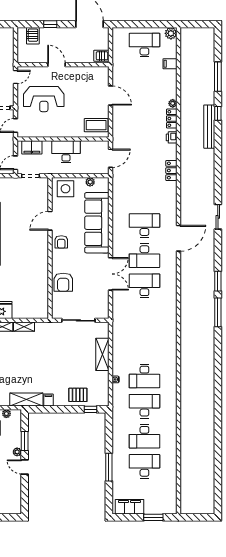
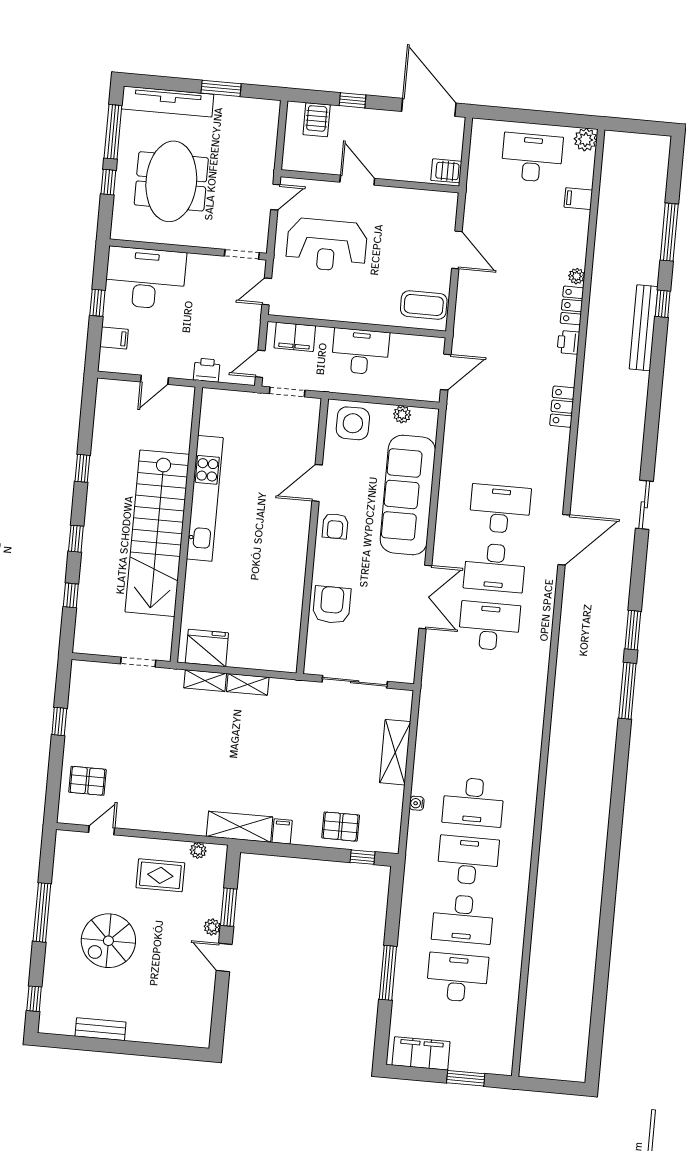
armchair: (63, 282) -> (332, 605), turned 180

